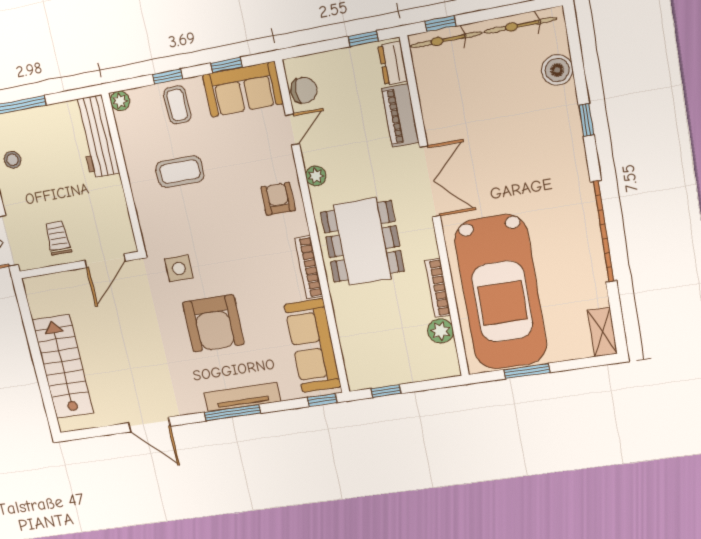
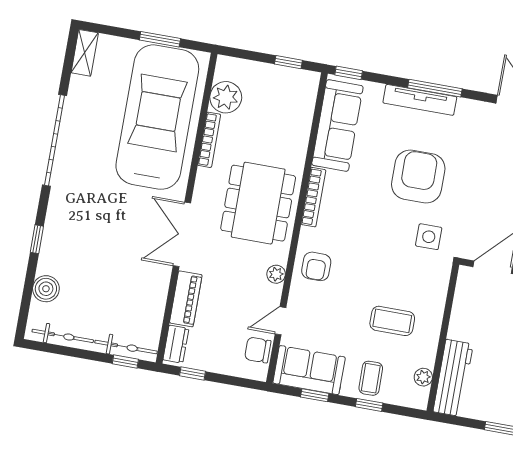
plant: (120, 101) -> (423, 377), moved
plant: (440, 331) -> (226, 97), width x1.36, depth x1.36

